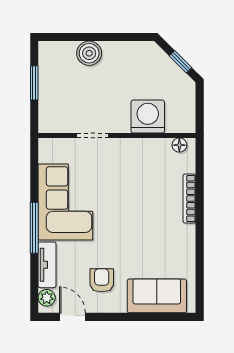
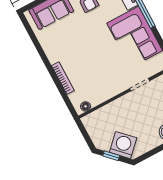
washing machine: (148, 116) -> (123, 145), moved, turned -135

